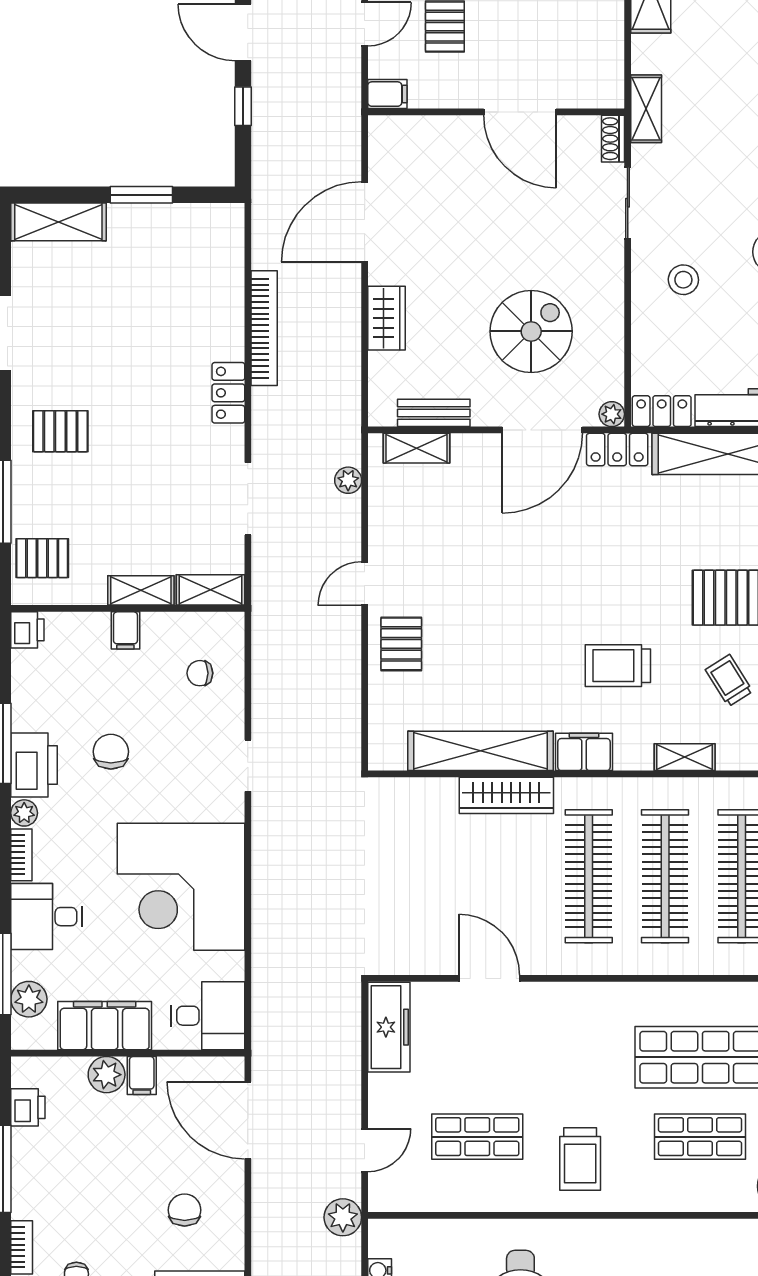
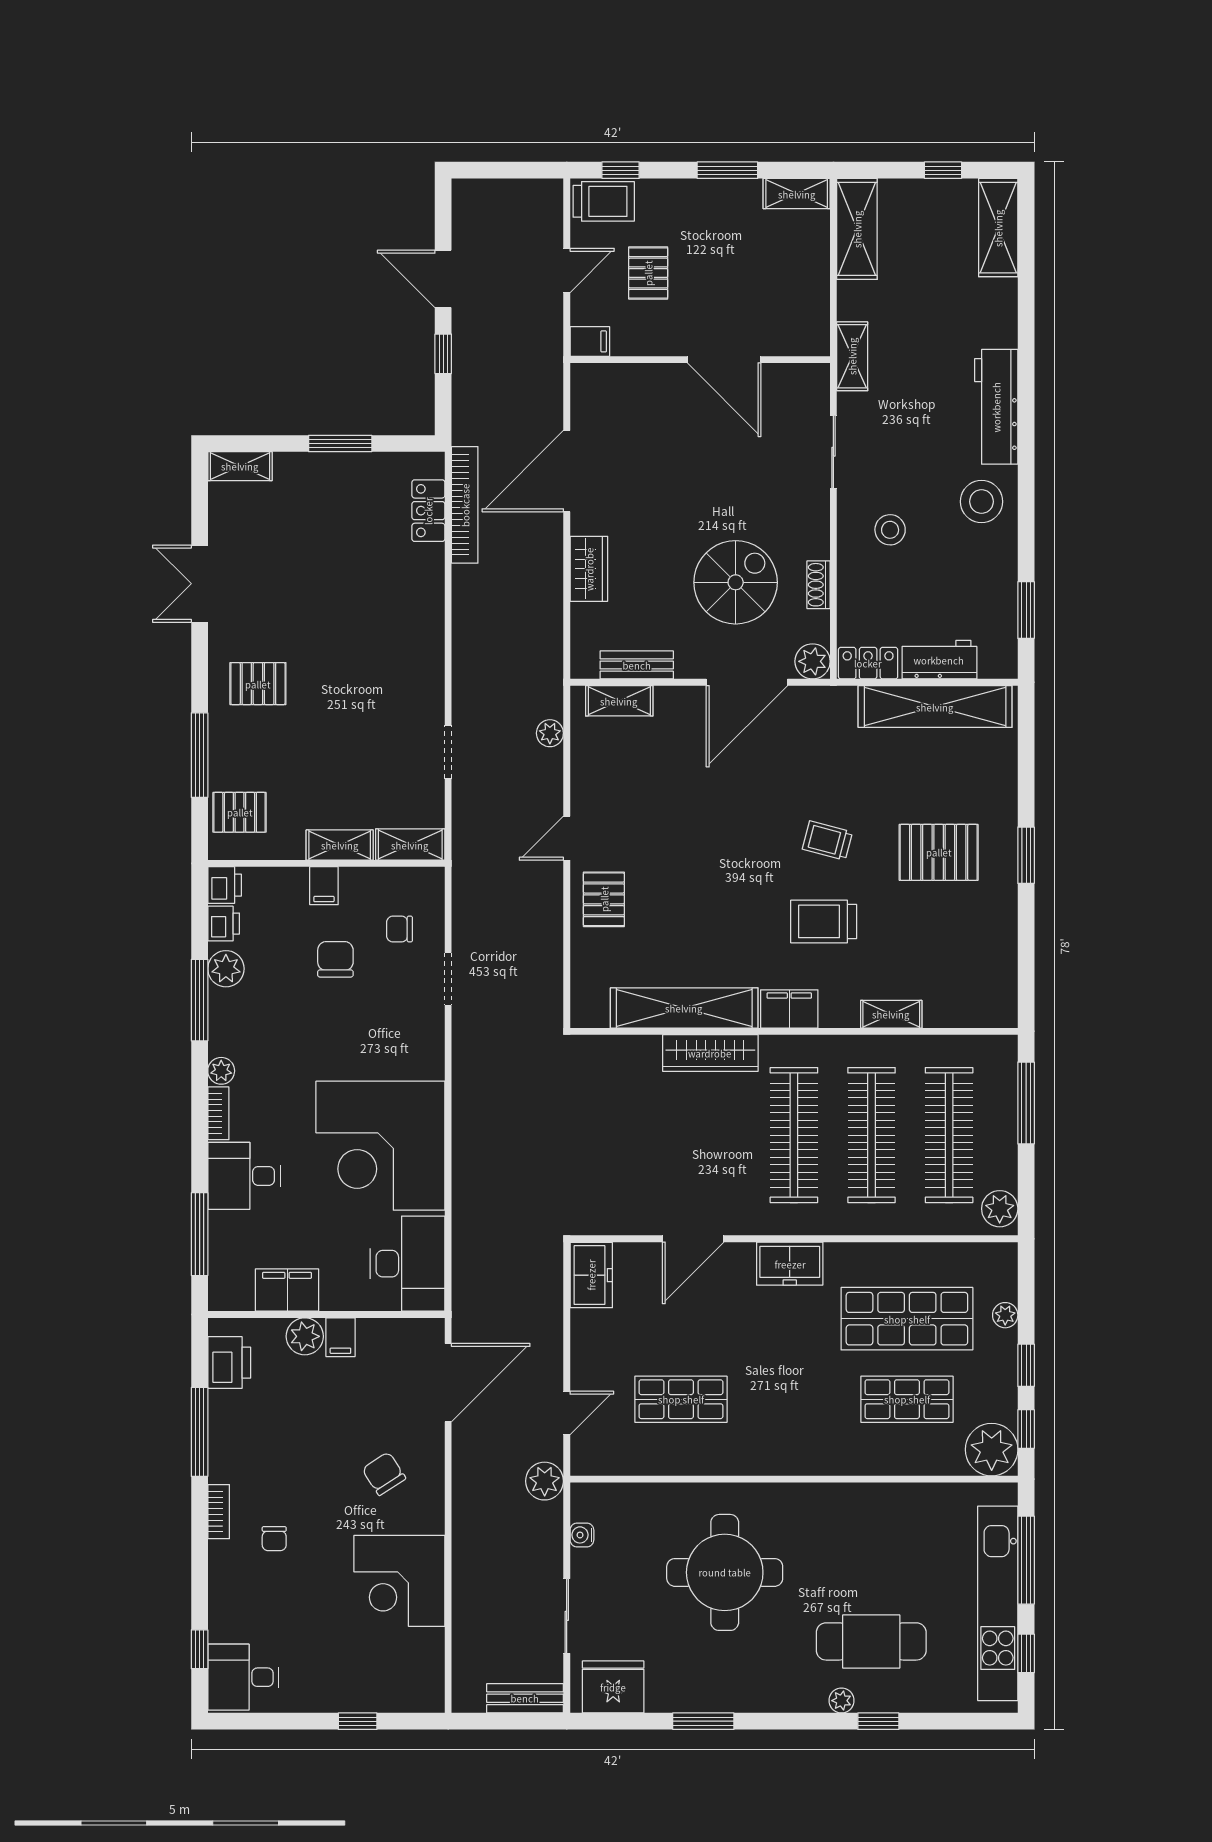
shoe rack: (613, 139) -> (819, 585), moved
shelving: (58, 222) -> (240, 466), width x0.67, depth x0.75
bookcase: (264, 328) -> (465, 505), moved
locker: (228, 393) -> (428, 511), moved
plant: (612, 414) -> (813, 661), width x1.38, depth x1.38
locker: (617, 450) -> (823, 702), removed
doorway: (248, 499) -> (448, 752), width x0.73
trolley: (729, 681) -> (827, 841), moved, turned -43
chair: (111, 752) -> (335, 959), moved
printer: (34, 765) -> (224, 924), moved, width x0.53, depth x0.68
doorway: (248, 766) -> (448, 979), moved
door: (489, 978) -> (693, 1239), swing flipped
plant: (29, 999) -> (226, 969), moved
freezer: (585, 1003) -> (790, 1264), added
desk: (208, 1016) -> (407, 1264), width x1.37
filing cabinet: (105, 1026) -> (287, 1290), width x0.67, depth x0.86
freezer: (389, 1027) -> (591, 1275), width x0.71
printer: (28, 1107) -> (229, 1363), width x1.36, depth x1.24
door: (248, 1120) -> (448, 1383), swing flipped
trolley: (580, 1159) -> (785, 1422), removed
chair: (185, 1210) -> (384, 1474), turned -33

